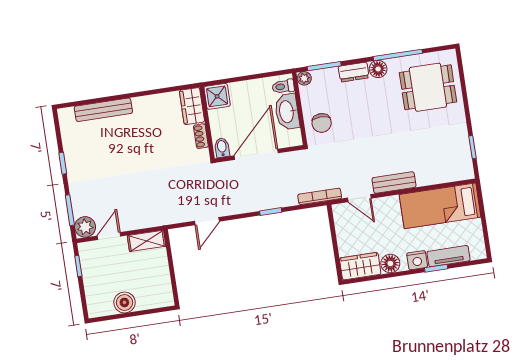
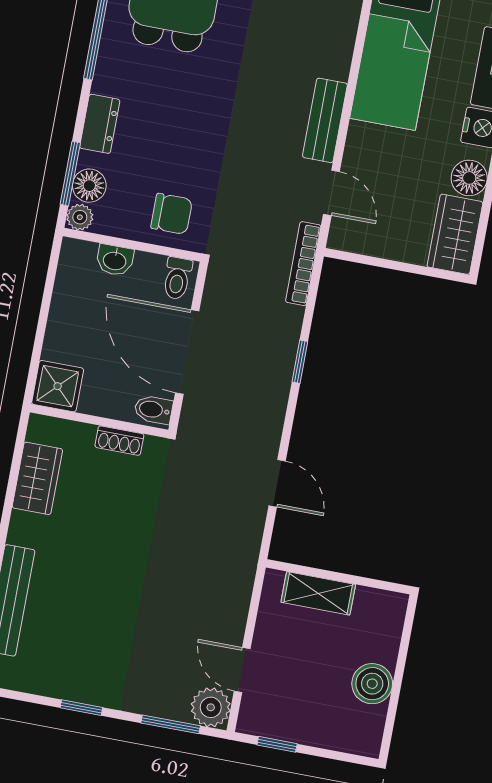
floor lamp: (378, 69) -> (89, 186), moved
toilet: (283, 86) -> (177, 278), moved
wardrobe: (192, 106) -> (37, 478), moved, turned -90
washbasin: (287, 112) -> (115, 260), width x0.52, depth x0.69
door: (359, 198) -> (331, 193), hinge flipped
shelving: (147, 241) -> (318, 593), moved, turned 90

